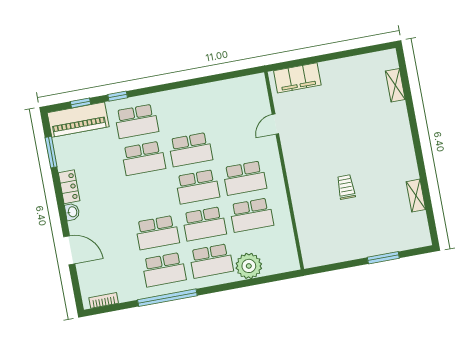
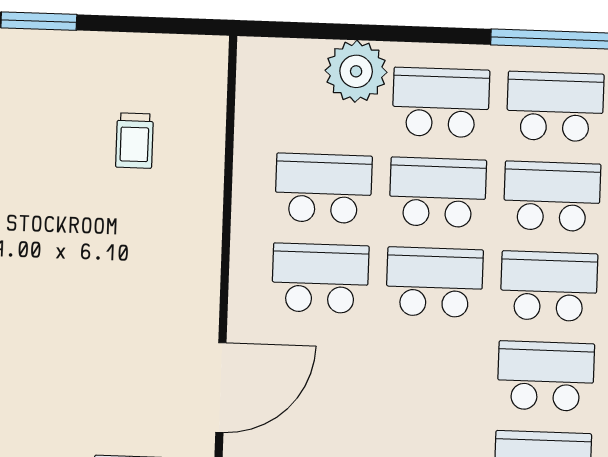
door: (275, 124) -> (221, 388), width x1.88
school desk: (191, 150) -> (549, 286), moved
trolley: (346, 187) -> (134, 141), moved

